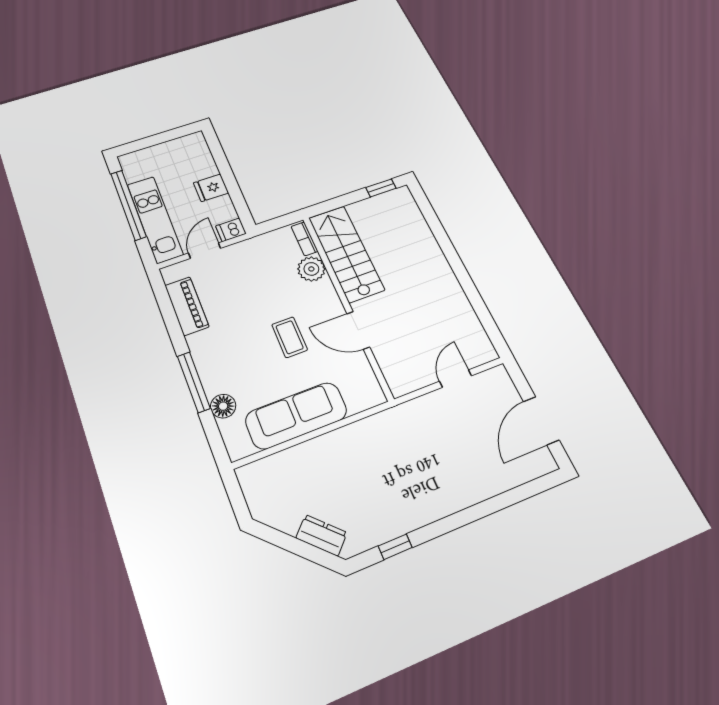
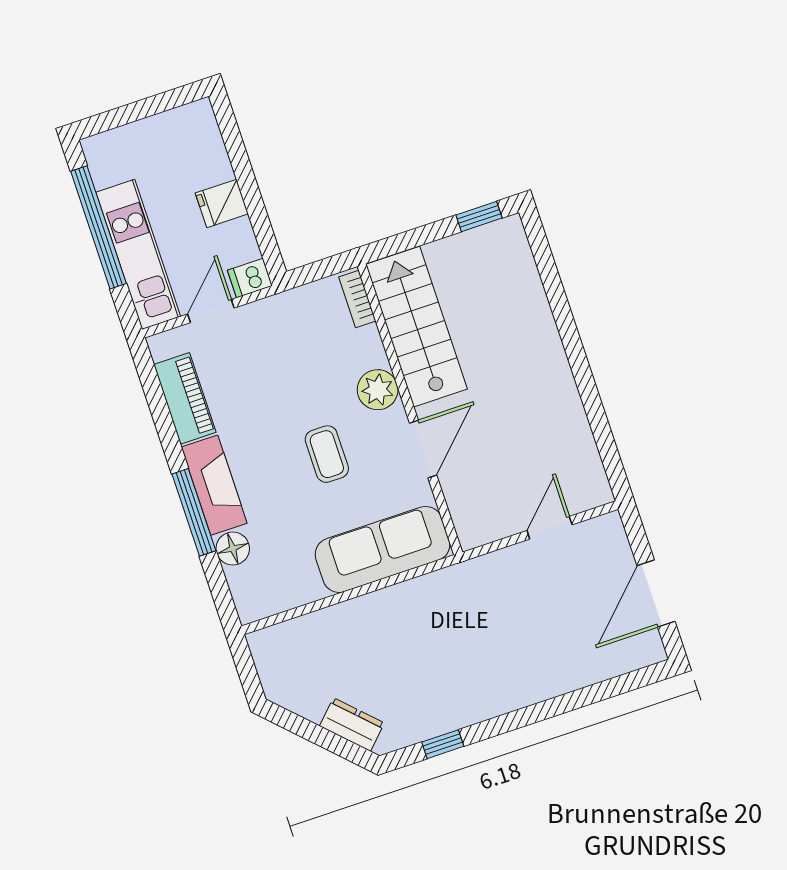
plant: (311, 269) -> (378, 390), moved
door: (358, 330) -> (423, 449), swing flipped
fireplace: (209, 362) -> (214, 485), added
sofa: (296, 416) -> (383, 550), moved

